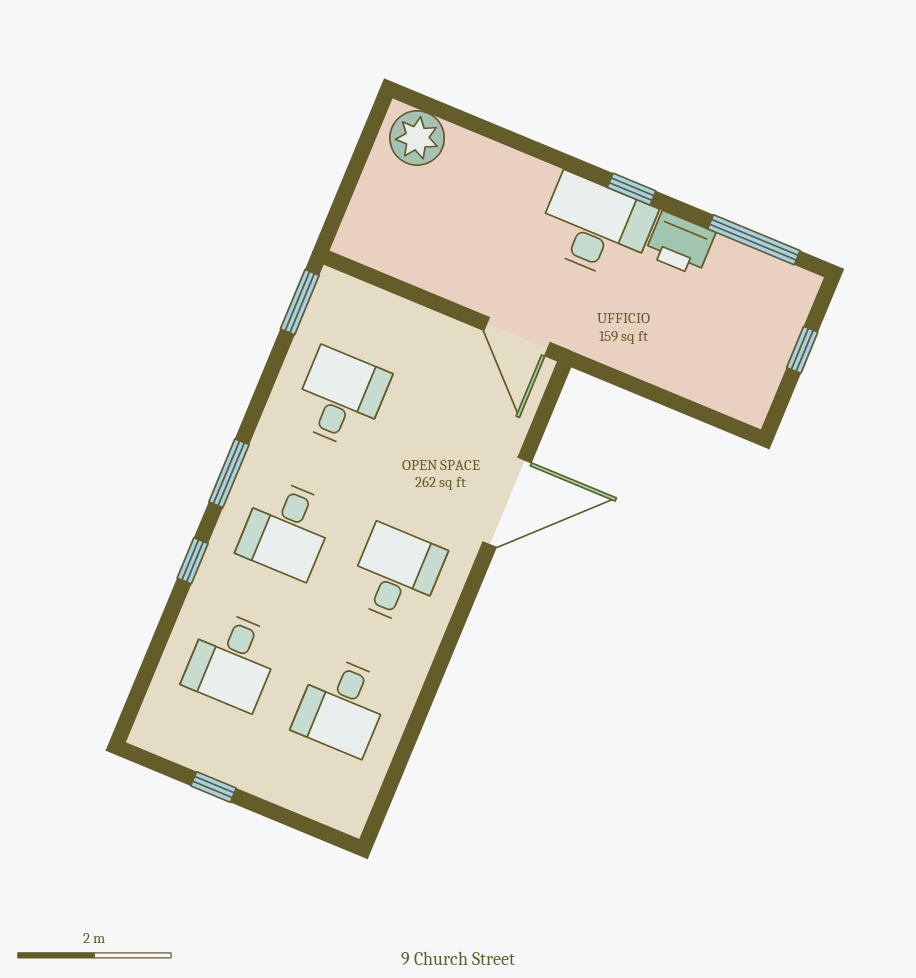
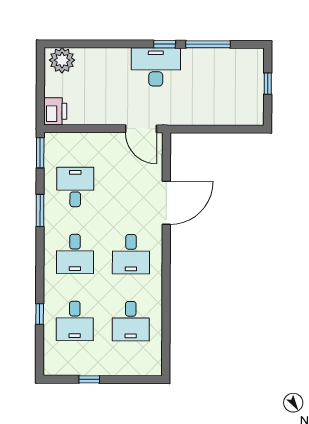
window: (754, 240) -> (208, 44), moved
printer: (680, 244) -> (55, 111), moved, turned -90
window: (229, 473) -> (40, 210), moved
window: (193, 561) -> (40, 314), moved
desk: (396, 575) -> (131, 254), turned 180

